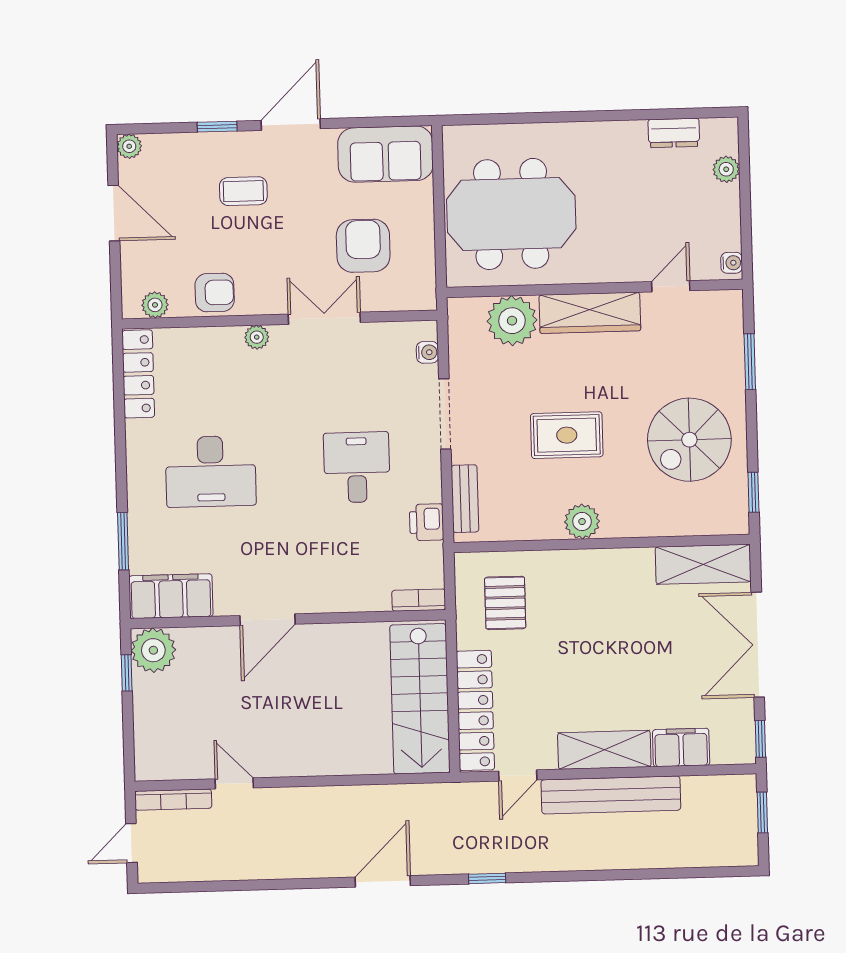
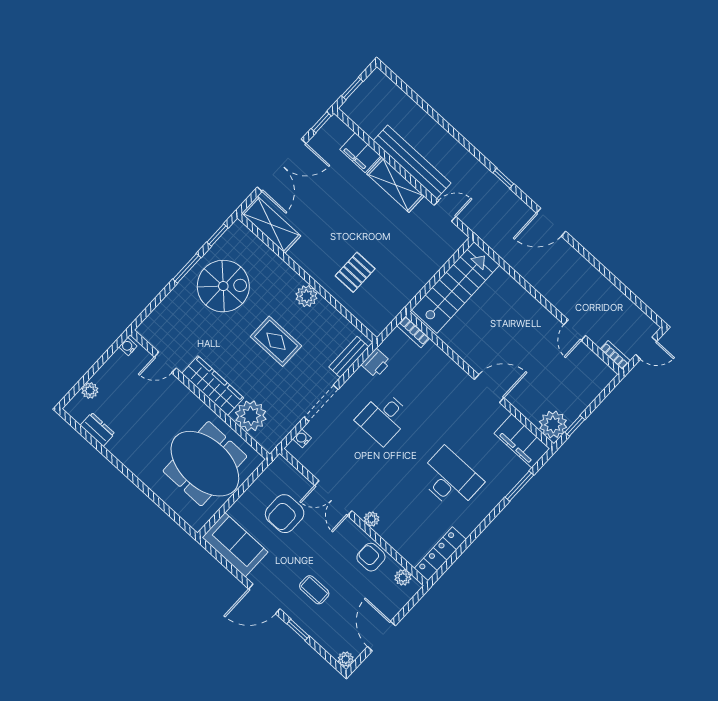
window: (750, 362) -> (187, 268), moved
pallet: (505, 603) -> (355, 272), moved
locker: (475, 710) -> (436, 258), removed
bookcase: (173, 800) -> (615, 355), width x0.64

